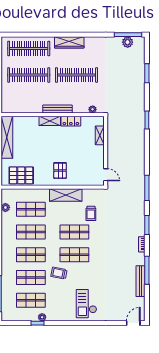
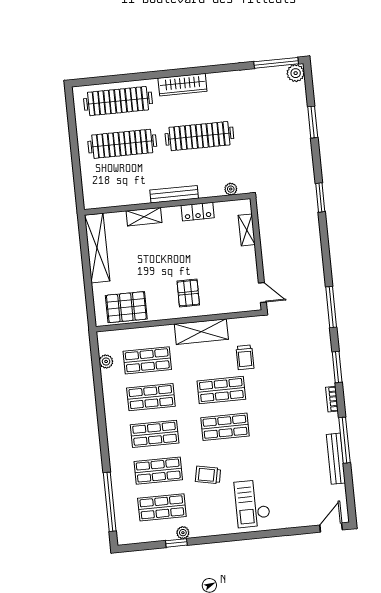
plant: (128, 42) -> (296, 73), moved
shelving: (50, 121) -> (144, 217), moved
trolley: (59, 273) -> (208, 475), moved

